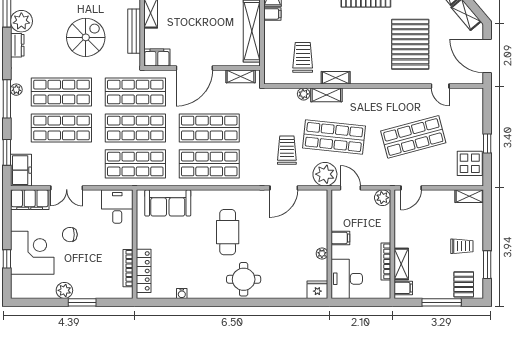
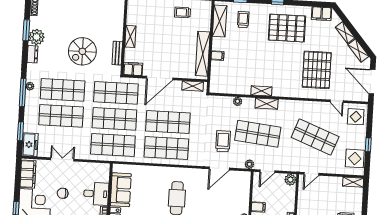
filing cabinet: (272, 14) -> (217, 56), moved
bench: (134, 31) -> (117, 53), width x0.73
spiral stairs: (86, 37) -> (82, 51), turned 180
trolley: (303, 57) -> (238, 75), removed
shelving: (326, 95) -> (267, 104), moved
display table: (468, 106) -> (356, 117), added
shop shelf: (413, 137) -> (315, 137), turned 36
plant: (325, 174) -> (249, 164), width x0.53, depth x0.53
double door: (67, 188) -> (62, 159), swing flipped
door: (350, 188) -> (267, 171), swing flipped
filing cabinet: (30, 200) -> (28, 174), moved, turned -90
sofa: (168, 203) -> (121, 190), moved, turned -90
desk: (117, 207) -> (96, 194), moved, turned 90

